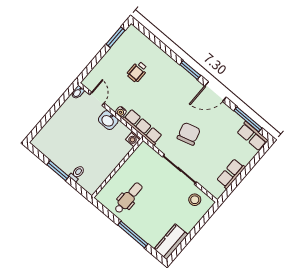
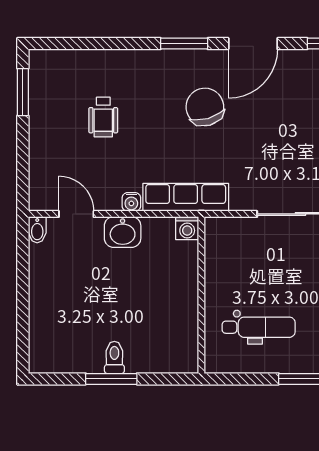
chair: (189, 134) -> (205, 107), moved
toilet: (77, 173) -> (114, 357), moved
dental chair: (128, 198) -> (259, 327), turned 90

